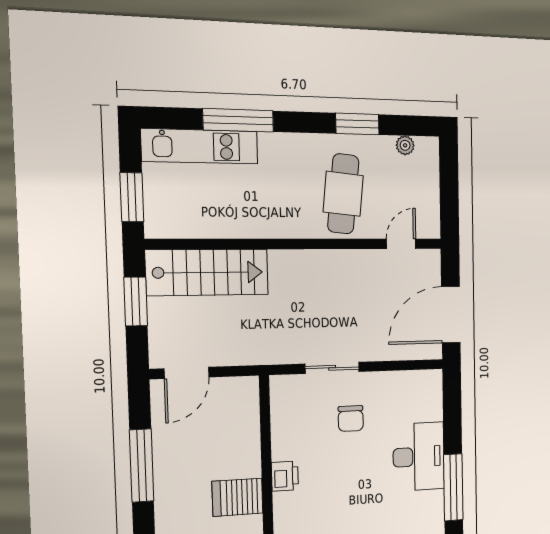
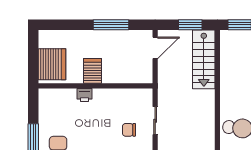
door: (187, 373) -> (155, 48), swing flipped
printer: (285, 476) -> (84, 95), moved

